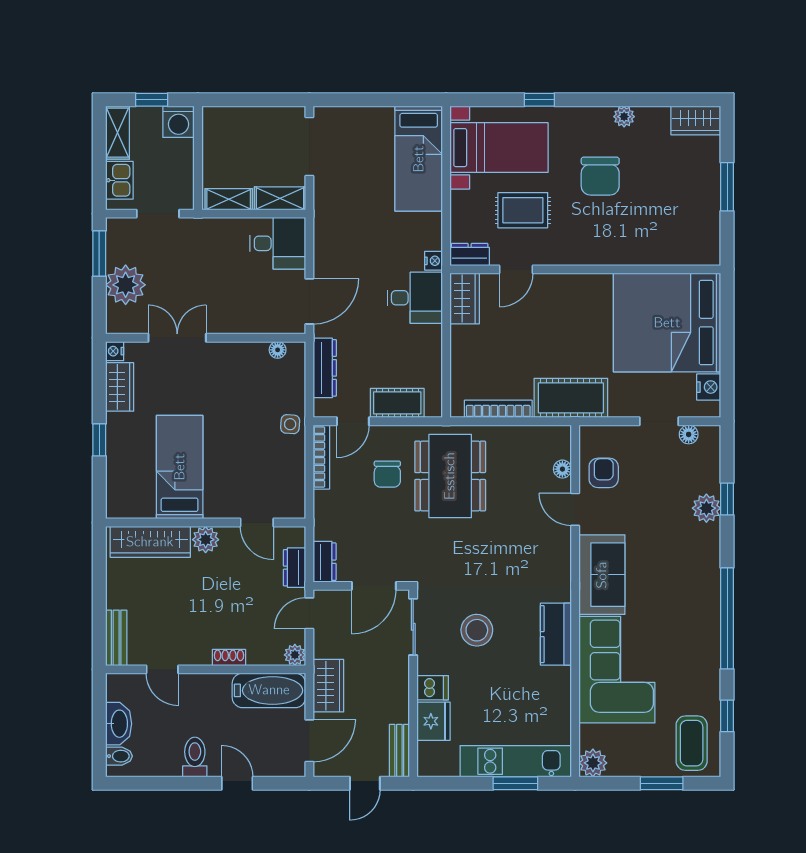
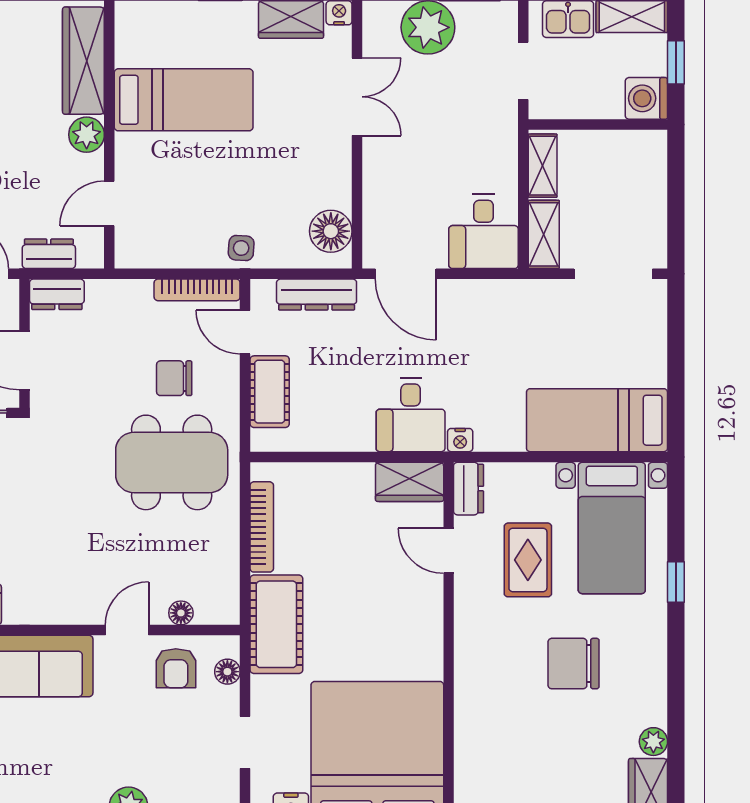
plant: (624, 117) -> (653, 742), moved
floor lamp: (278, 350) -> (331, 231), width x1.89, depth x1.89
floor lamp: (689, 434) -> (227, 672), moved
armchair: (604, 473) -> (176, 668), turned 90

